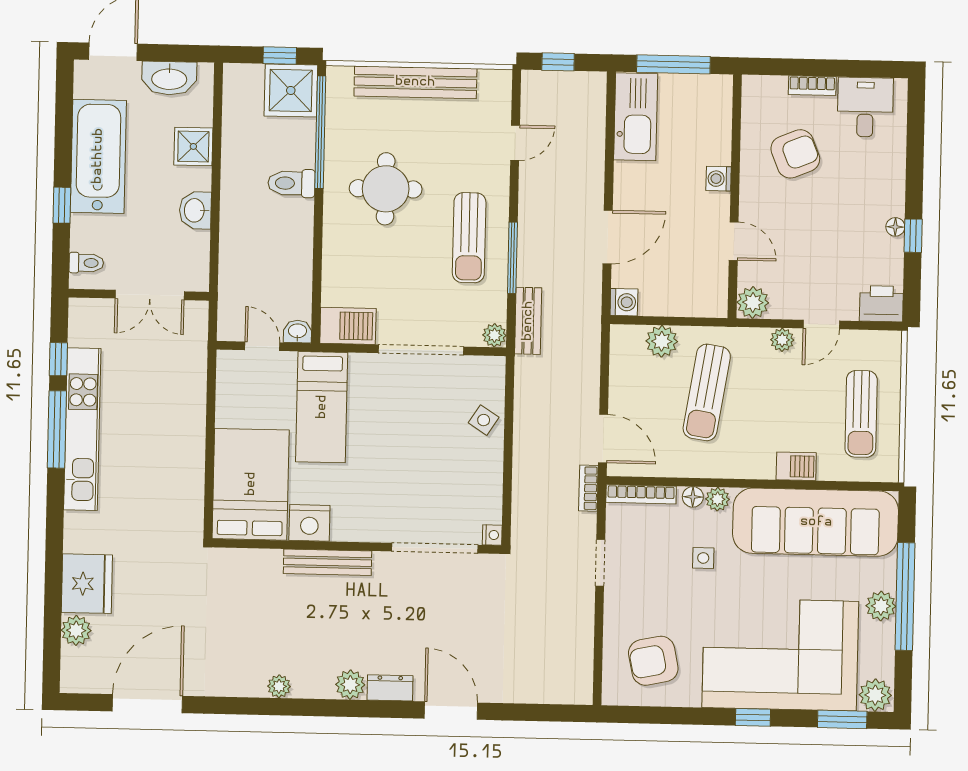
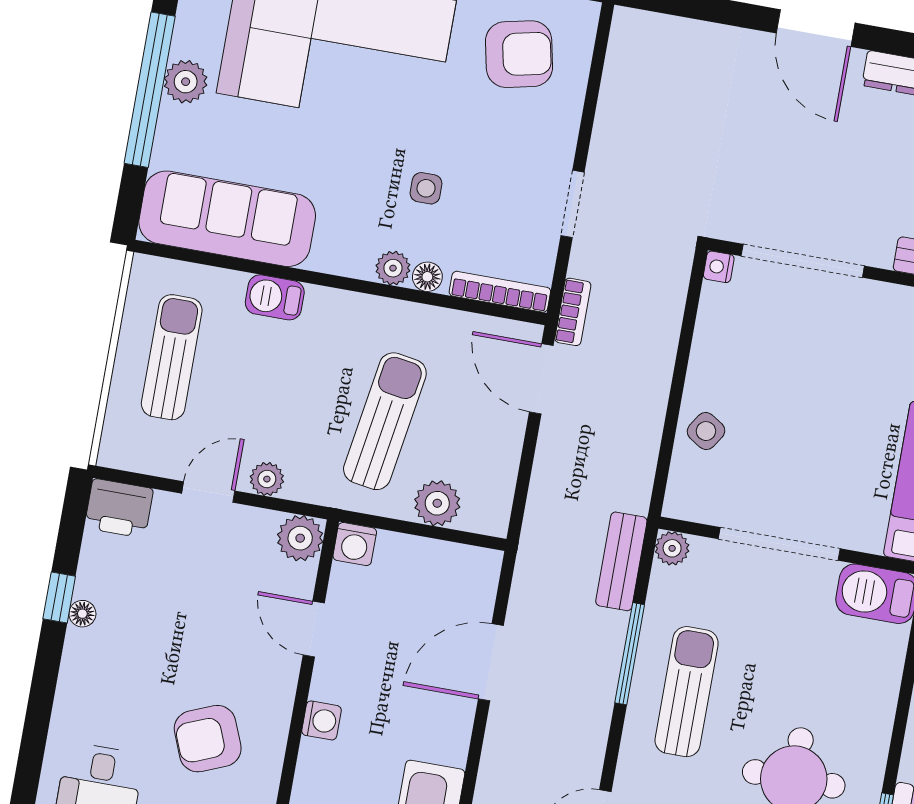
washing machine: (624, 302) -> (355, 544), moved, turned -90
sofa: (816, 522) -> (227, 219), width x0.74, depth x0.79

